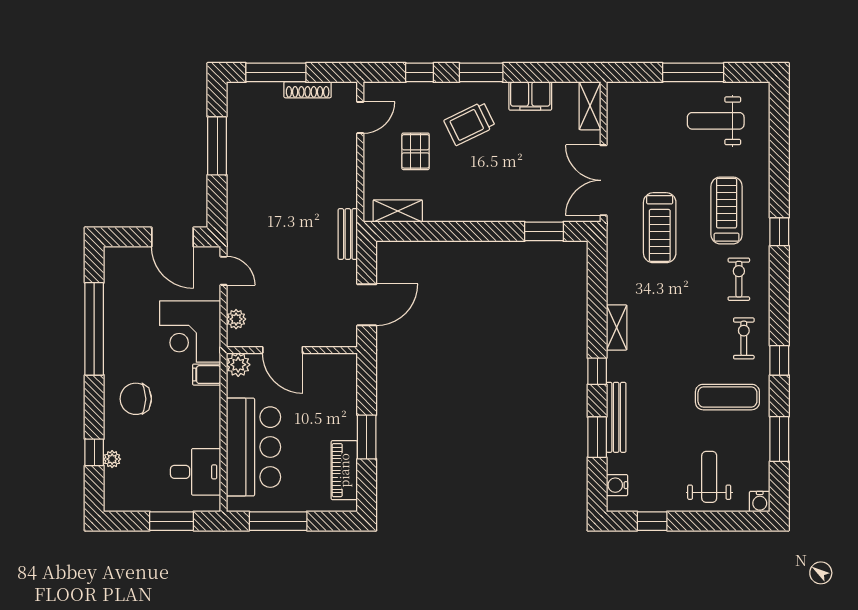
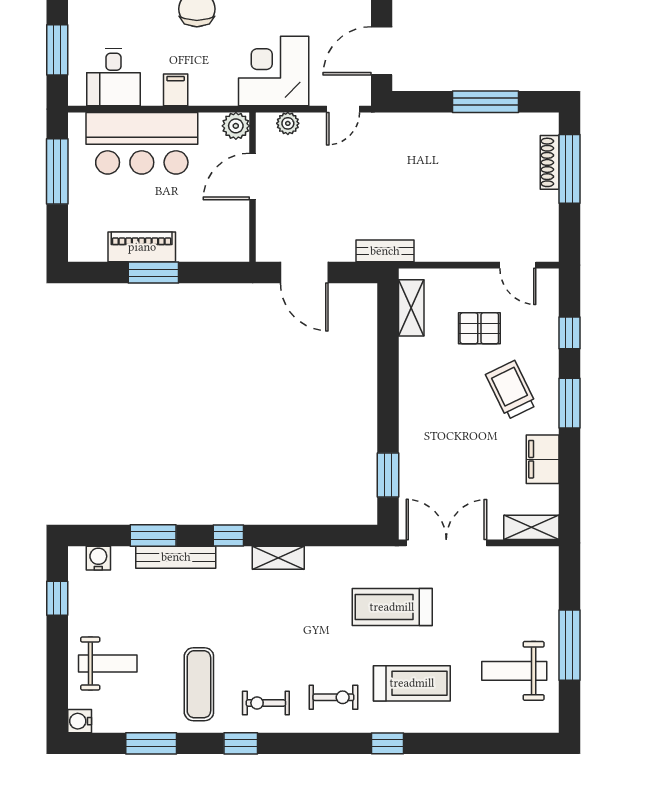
shoe rack: (308, 90) -> (550, 162), moved
weight bench: (716, 121) -> (514, 671), turned -90
exercise bike: (744, 338) -> (266, 703), turned 180
filing cabinet: (207, 375) -> (176, 90), moved
piano: (344, 470) -> (142, 247), moved

